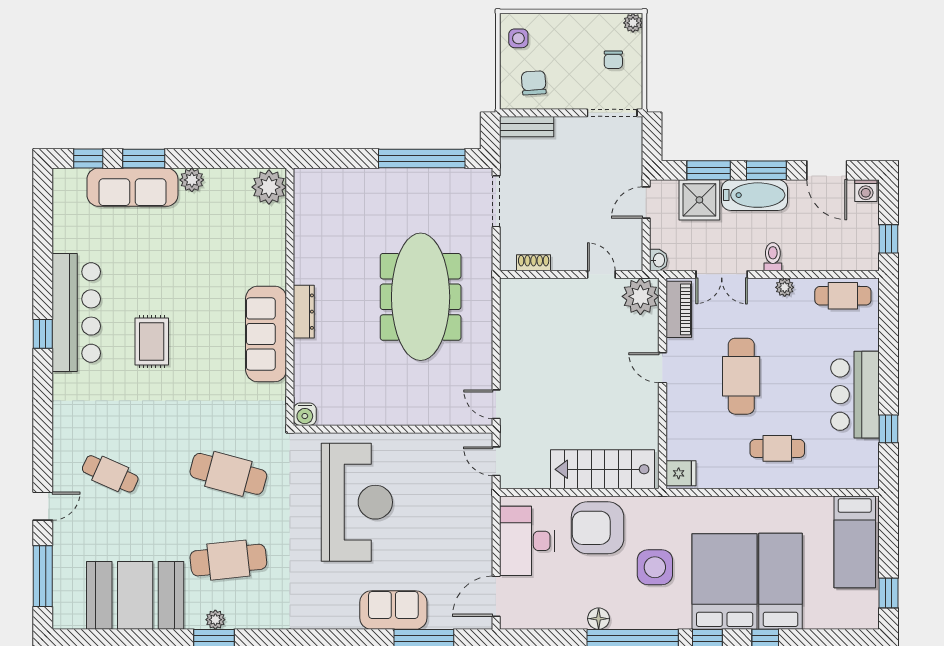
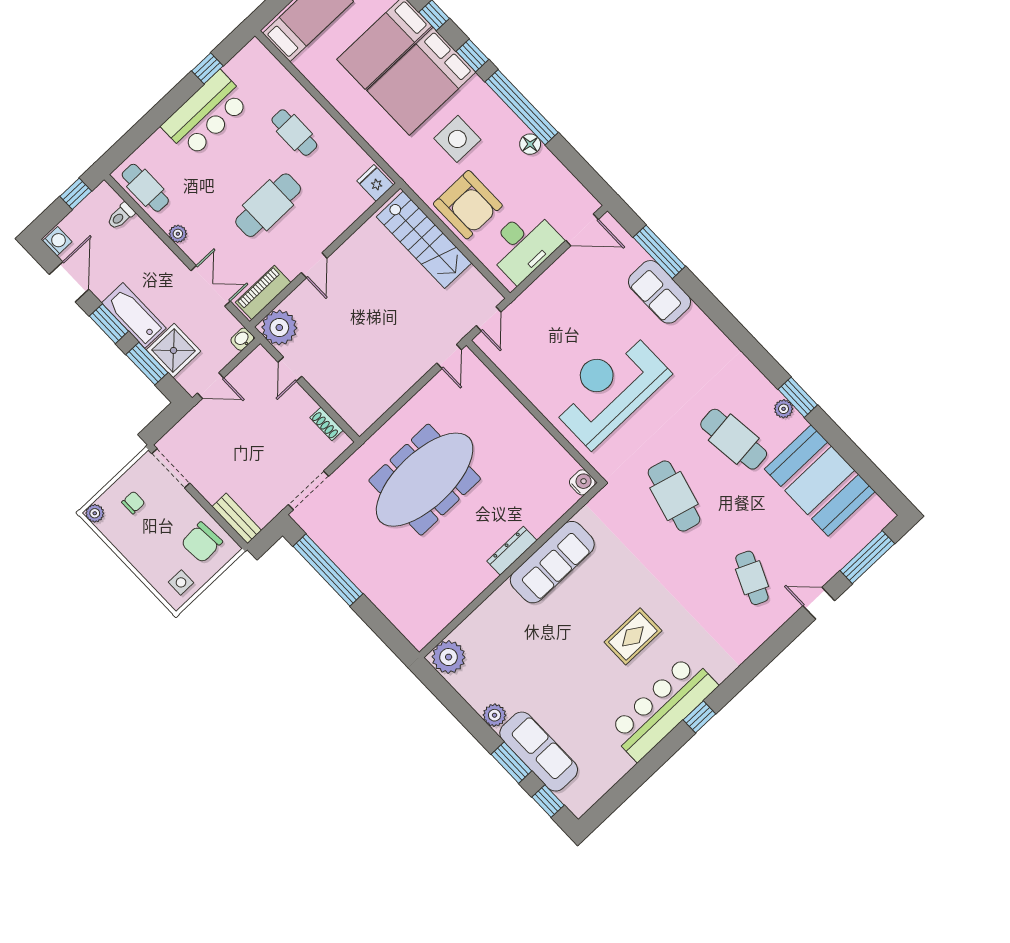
chair: (534, 83) -> (202, 542), width x1.37, depth x1.37
toilet: (773, 257) -> (121, 216), moved

